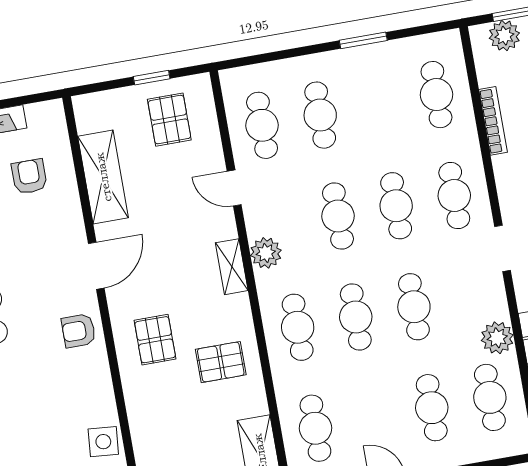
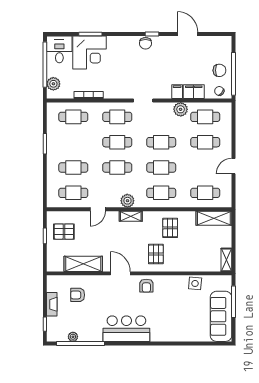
pallet: (155, 340) -> (156, 254), turned 90

